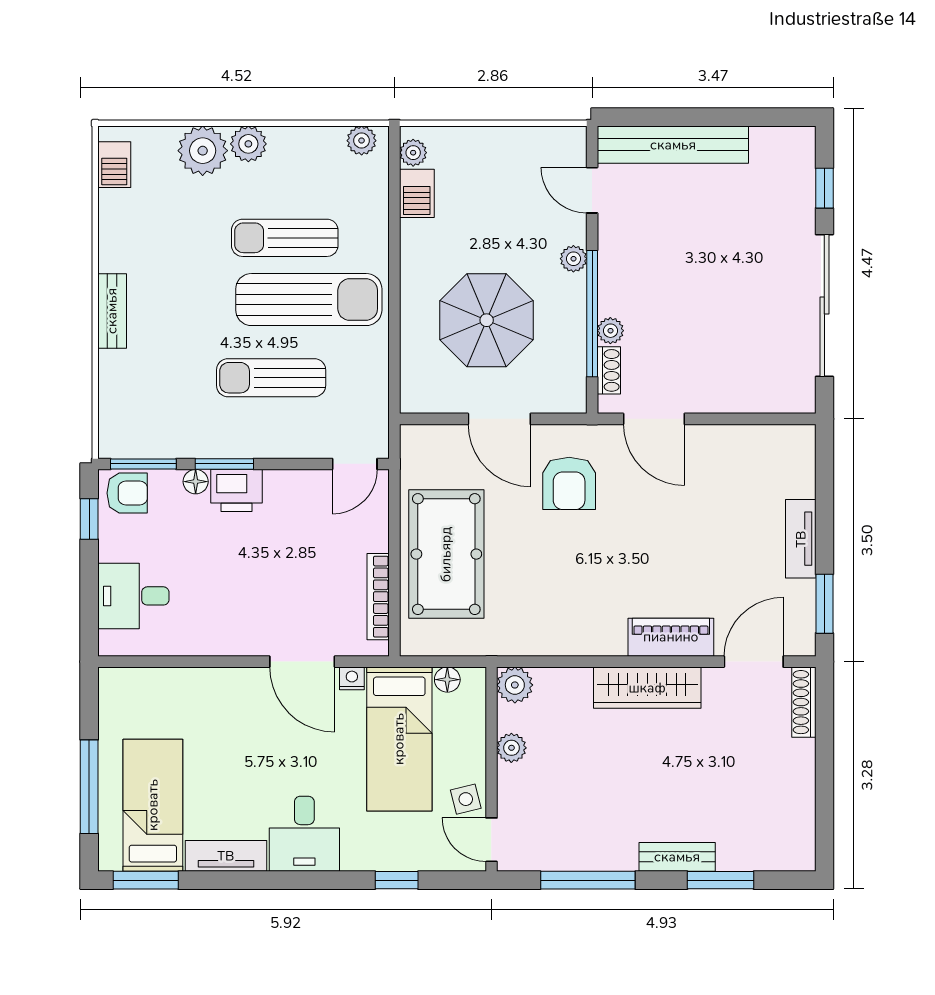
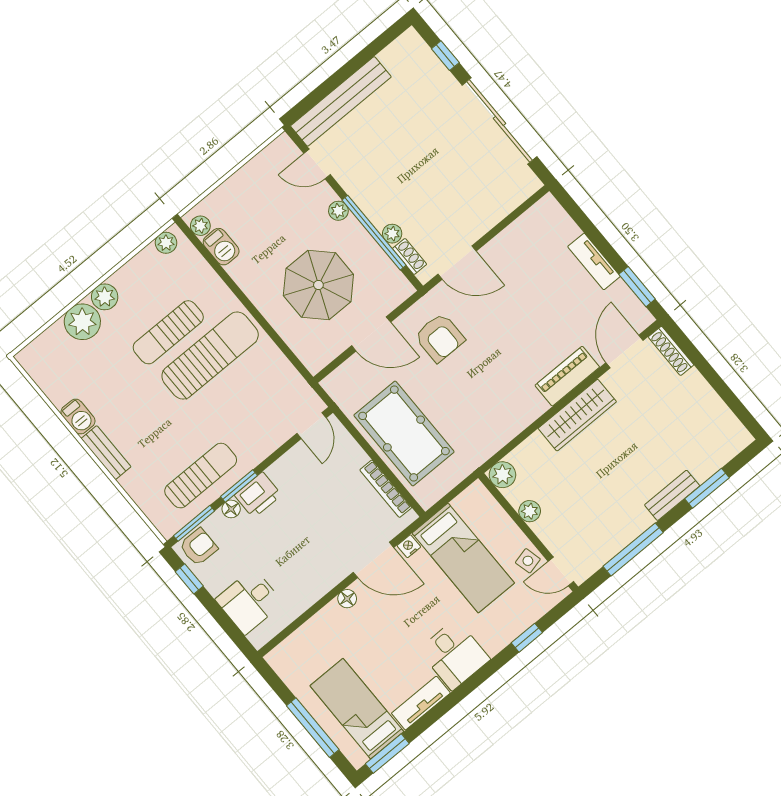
barbecue: (114, 165) -> (78, 417), moved
sun lounger: (271, 378) -> (201, 476), moved, turned 180
floor lamp: (447, 680) -> (347, 599), moved

